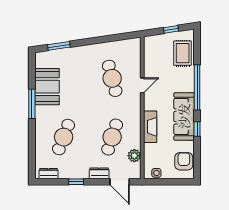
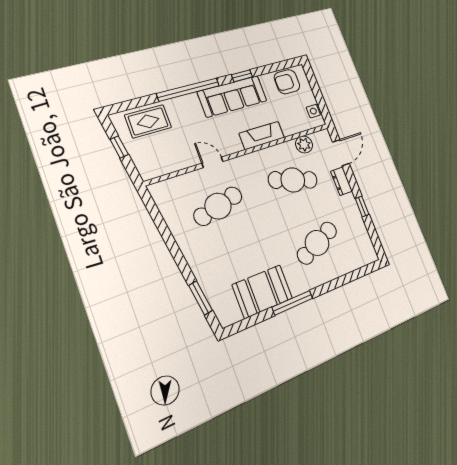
cafe table: (64, 137) -> (317, 243), turned -45
dresser: (48, 174) -> (367, 245), removed

